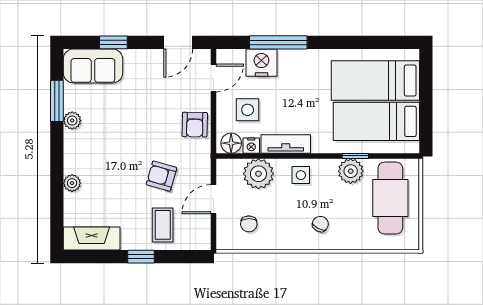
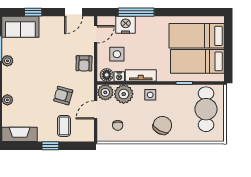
plant: (351, 171) -> (105, 92), moved
chair: (320, 224) -> (162, 125), width x1.87, depth x1.87

